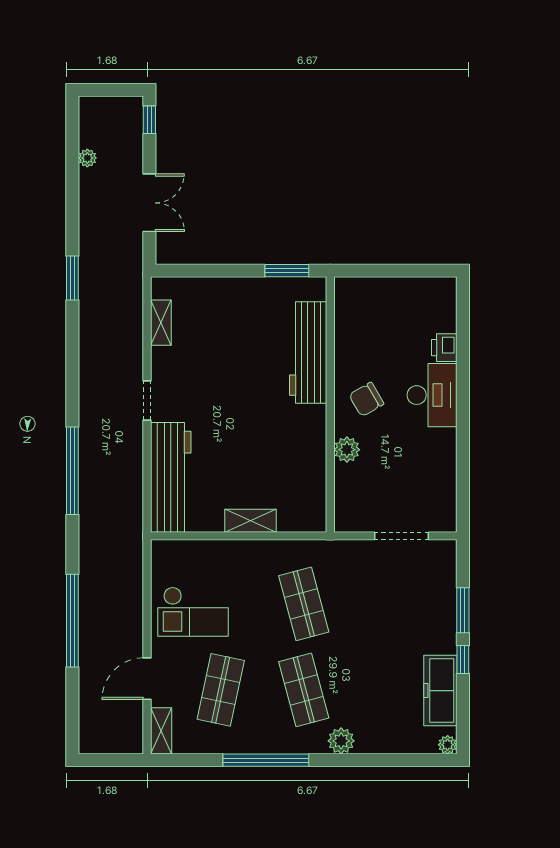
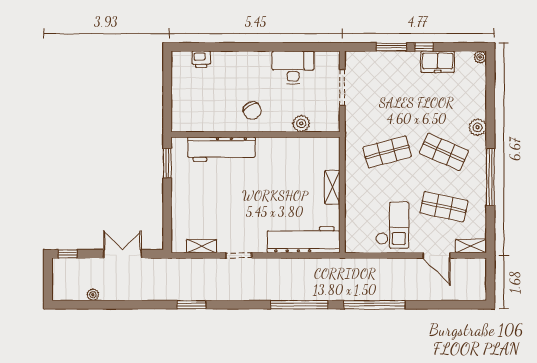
window: (72, 278) -> (191, 305), moved
printer: (444, 348) -> (201, 59), moved
desk: (432, 395) -> (293, 67), moved
doorway: (147, 401) -> (239, 255), moved
plant: (347, 450) -> (301, 123), moved
window: (72, 621) -> (374, 305), moved
shop shelf: (304, 690) -> (444, 152), turned 39
freezer: (440, 691) -> (438, 62), width x0.71

